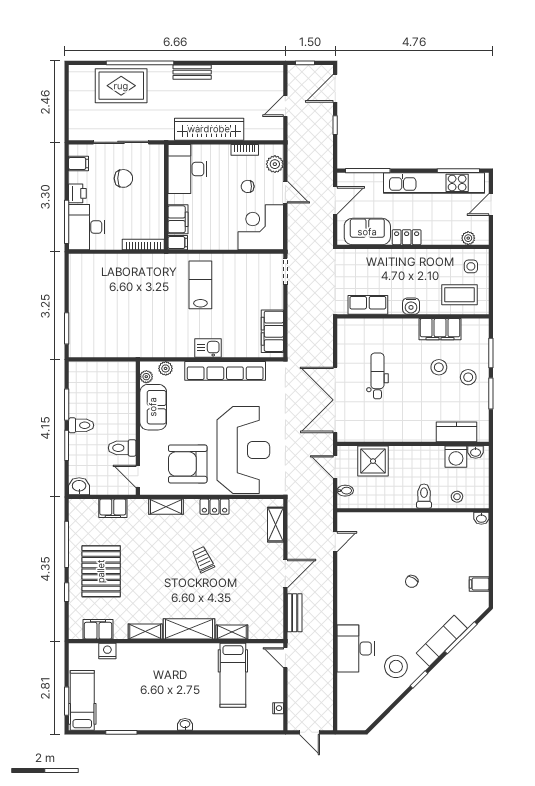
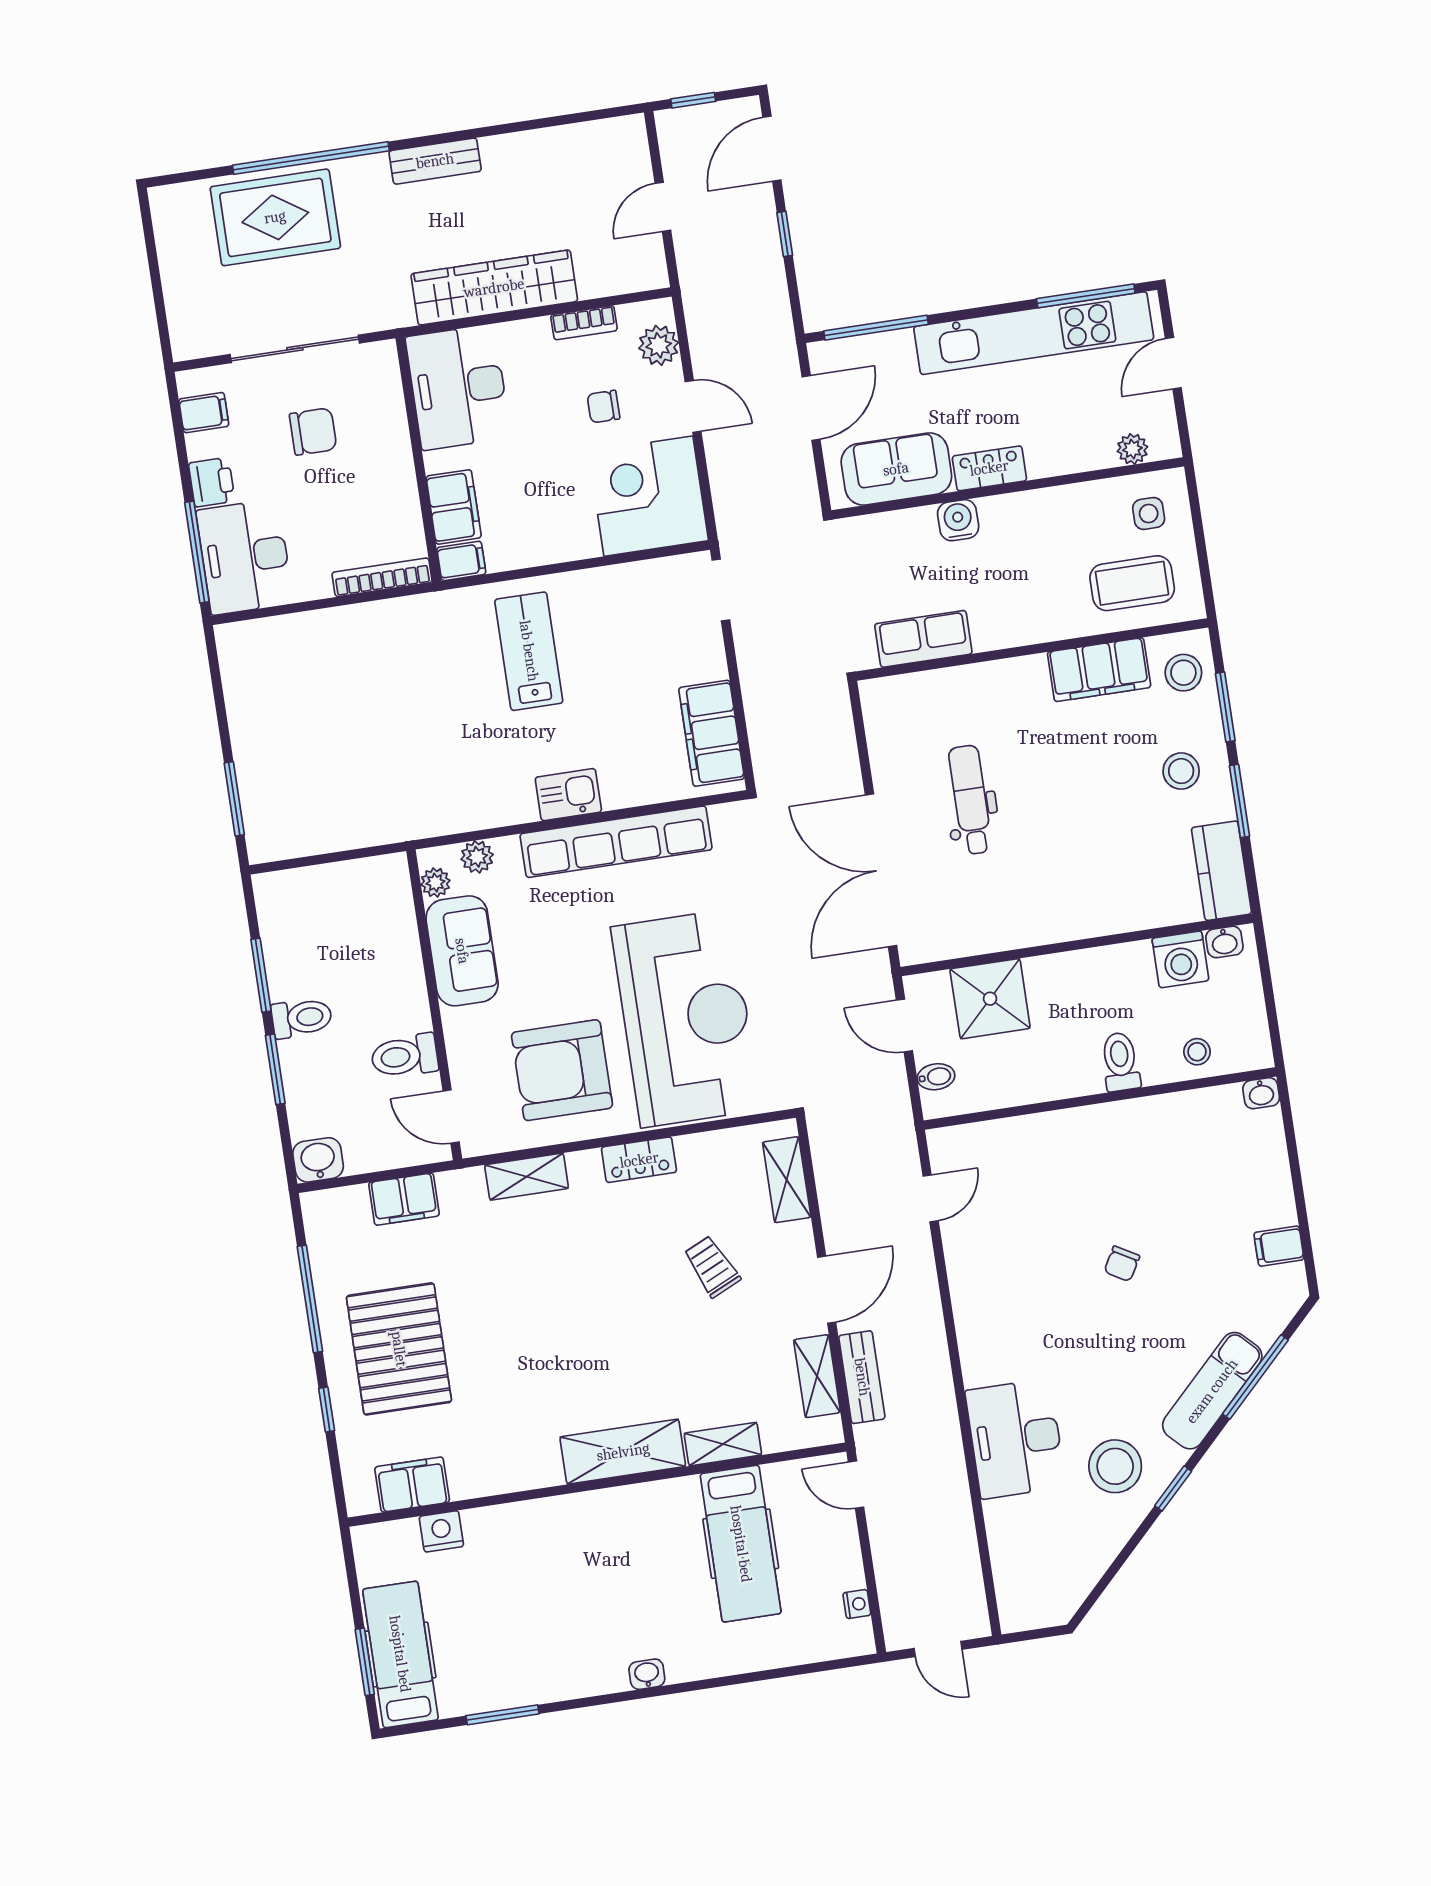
water cooler: (411, 306) -> (958, 520), moved, turned 180
stool: (439, 367) -> (1183, 673), moved
kitchen counter: (456, 432) -> (1221, 871), moved, turned -90
trolley: (203, 560) -> (712, 1267), moved
shelving: (145, 632) -> (817, 1376), moved, turned 90

